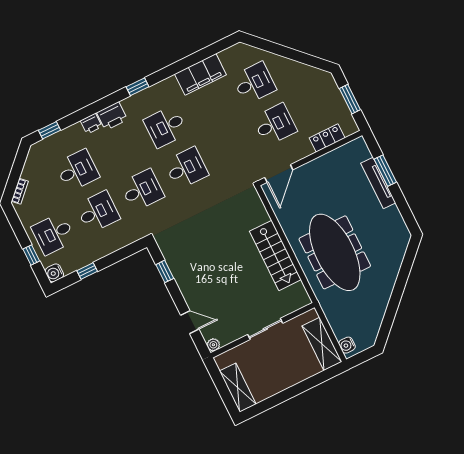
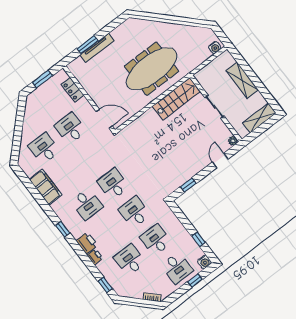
stairs: (275, 255) -> (176, 99), moved
shelving: (322, 344) -> (242, 80), moved, turned 90

